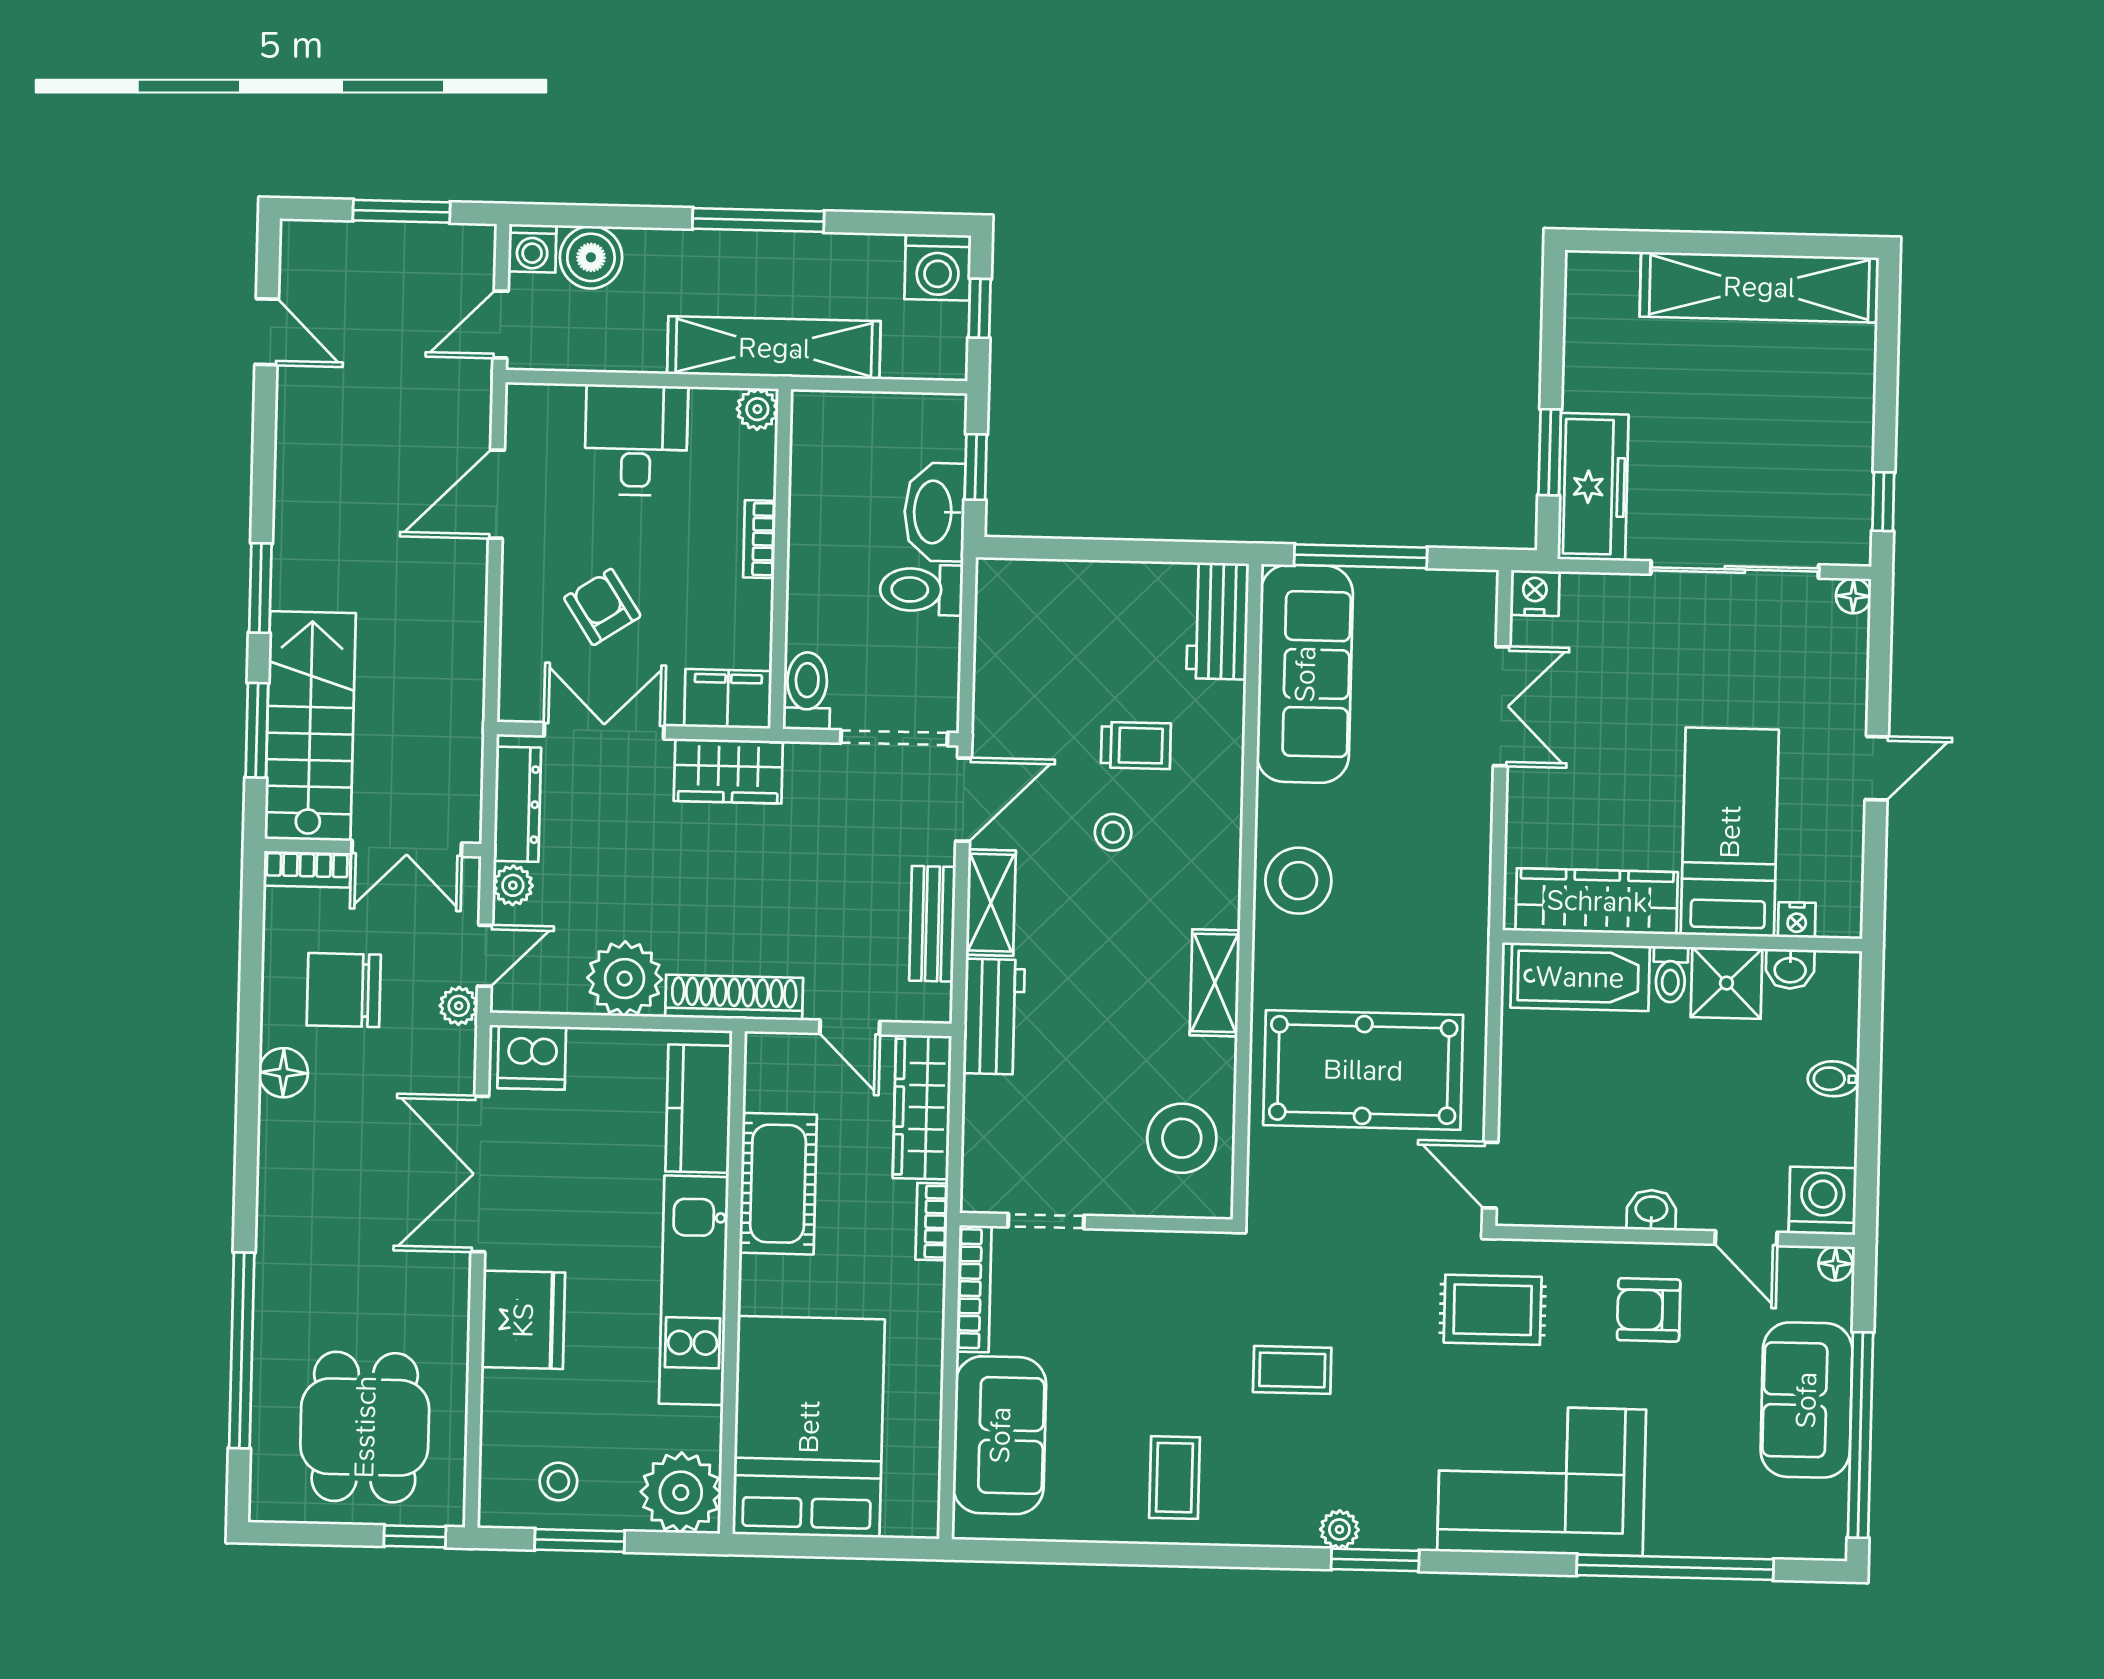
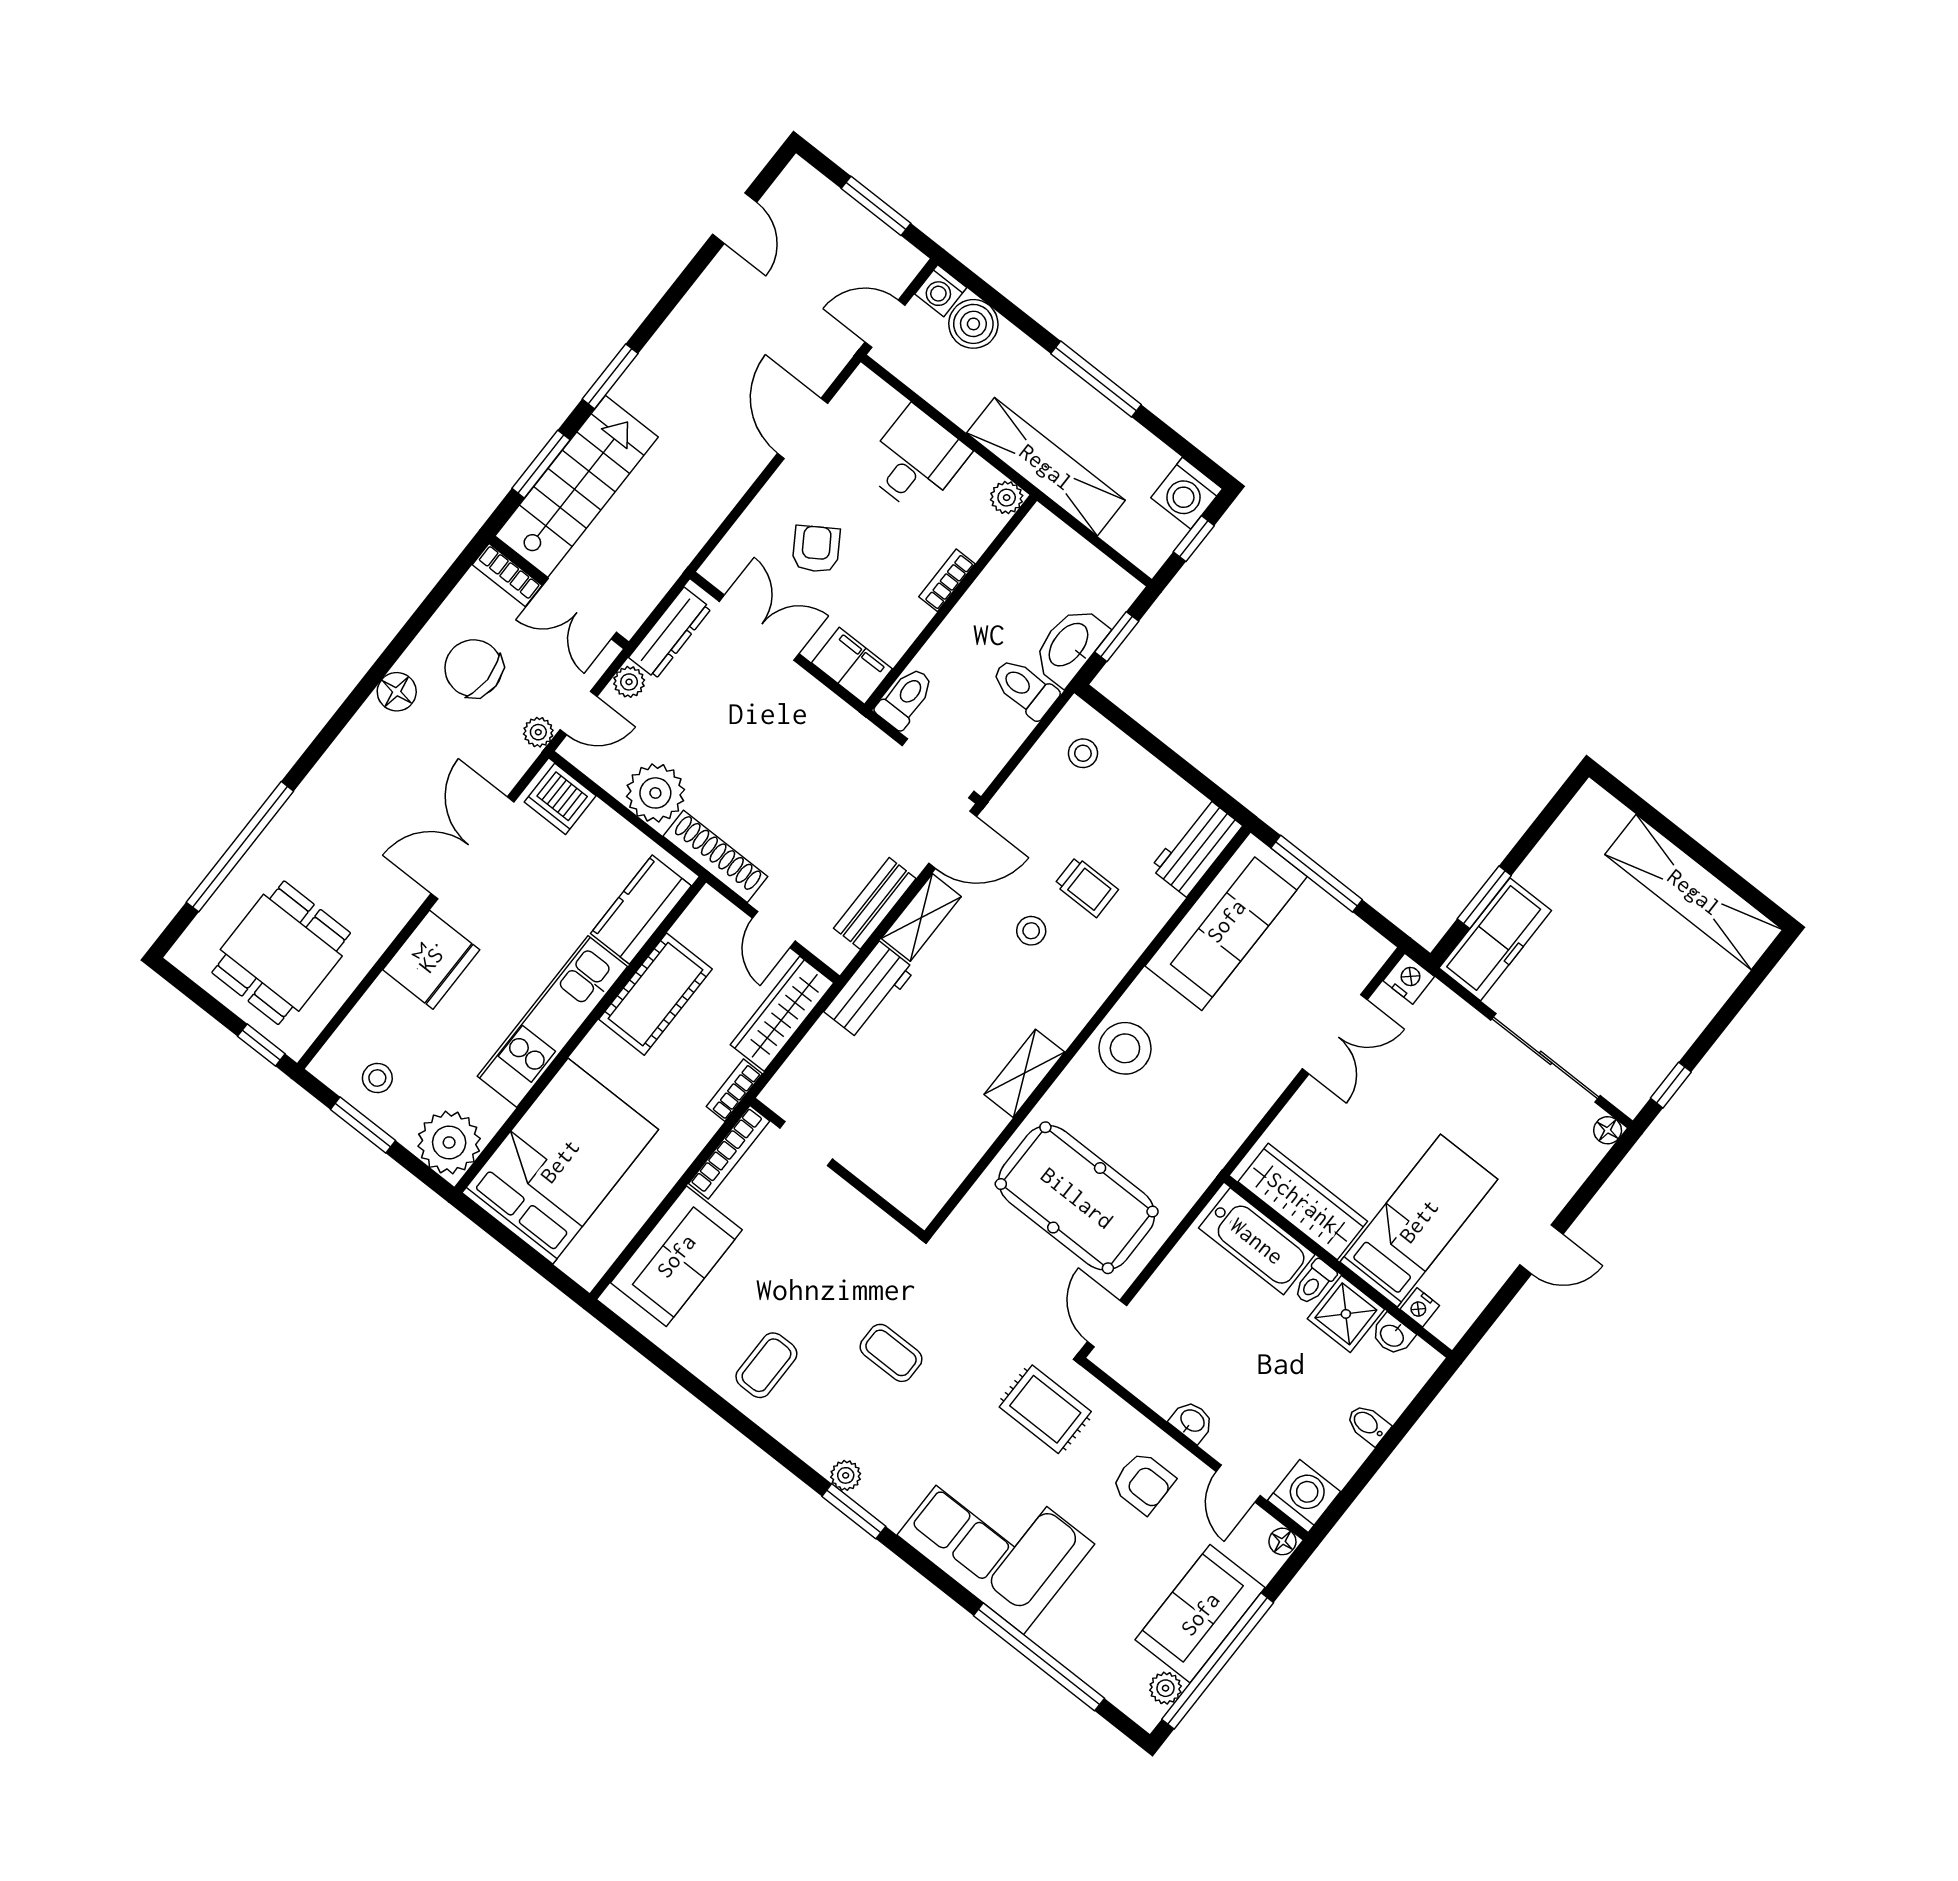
door: (496, 494) -> (803, 428), hinge flipped
wardrobe: (728, 771) -> (818, 711), removed
stool: (1182, 1138) -> (1083, 753), moved, width x0.53, depth x0.53
armchair: (1649, 1310) -> (1143, 1483), turned 180
plant: (1828, 1502) -> (1166, 1688), added

